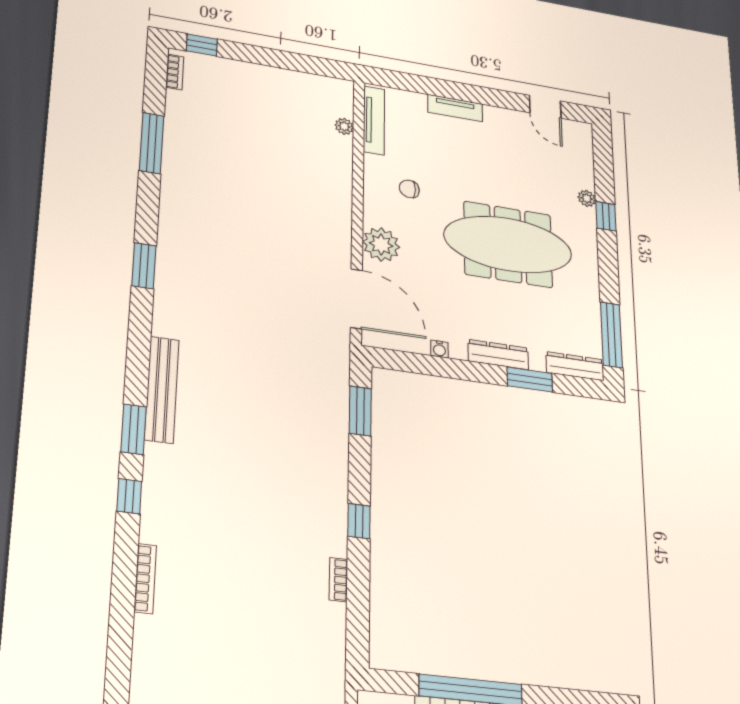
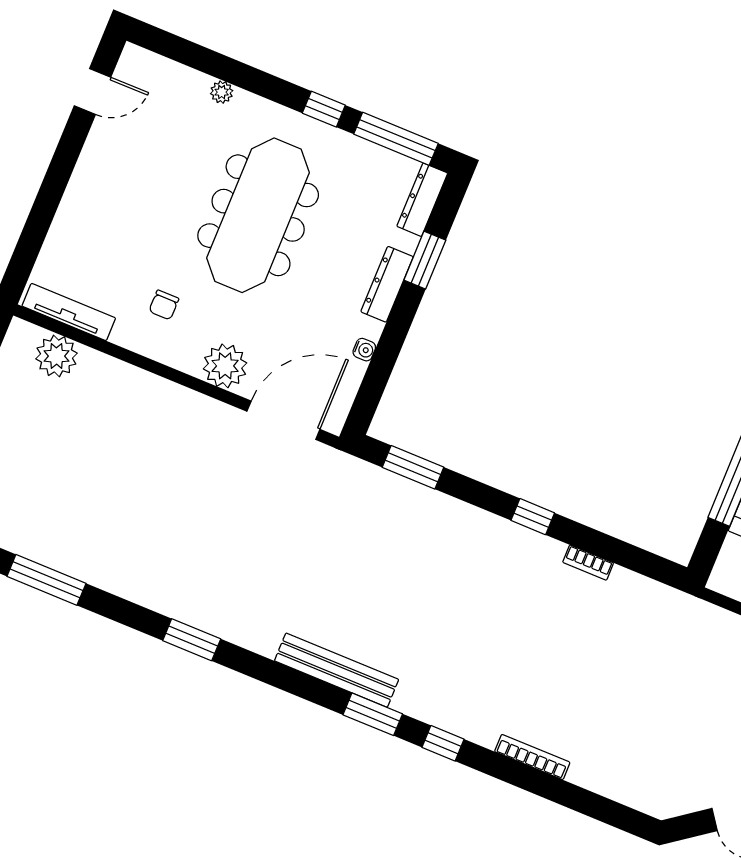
tv unit: (455, 108) -> (72, 206), removed
plant: (344, 126) -> (56, 356), width x1.88, depth x1.88
window: (606, 216) -> (324, 109), moved

